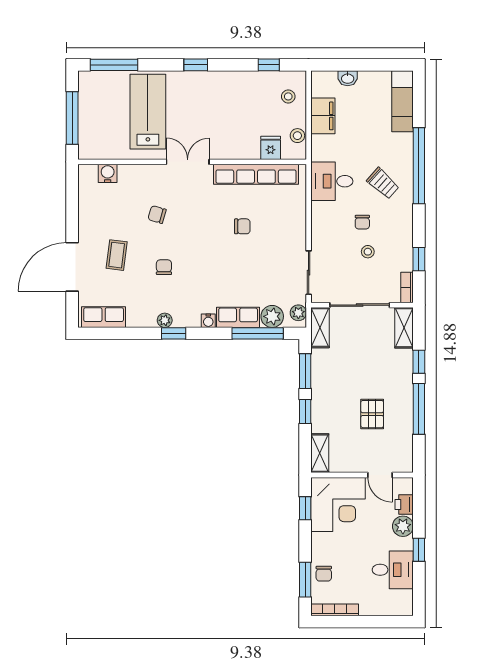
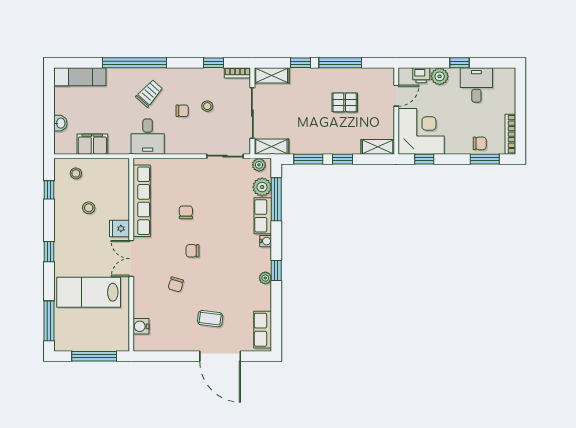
stool: (297, 136) -> (89, 208), moved
fridge: (271, 148) -> (119, 228), moved
chair: (164, 267) -> (193, 251), moved

